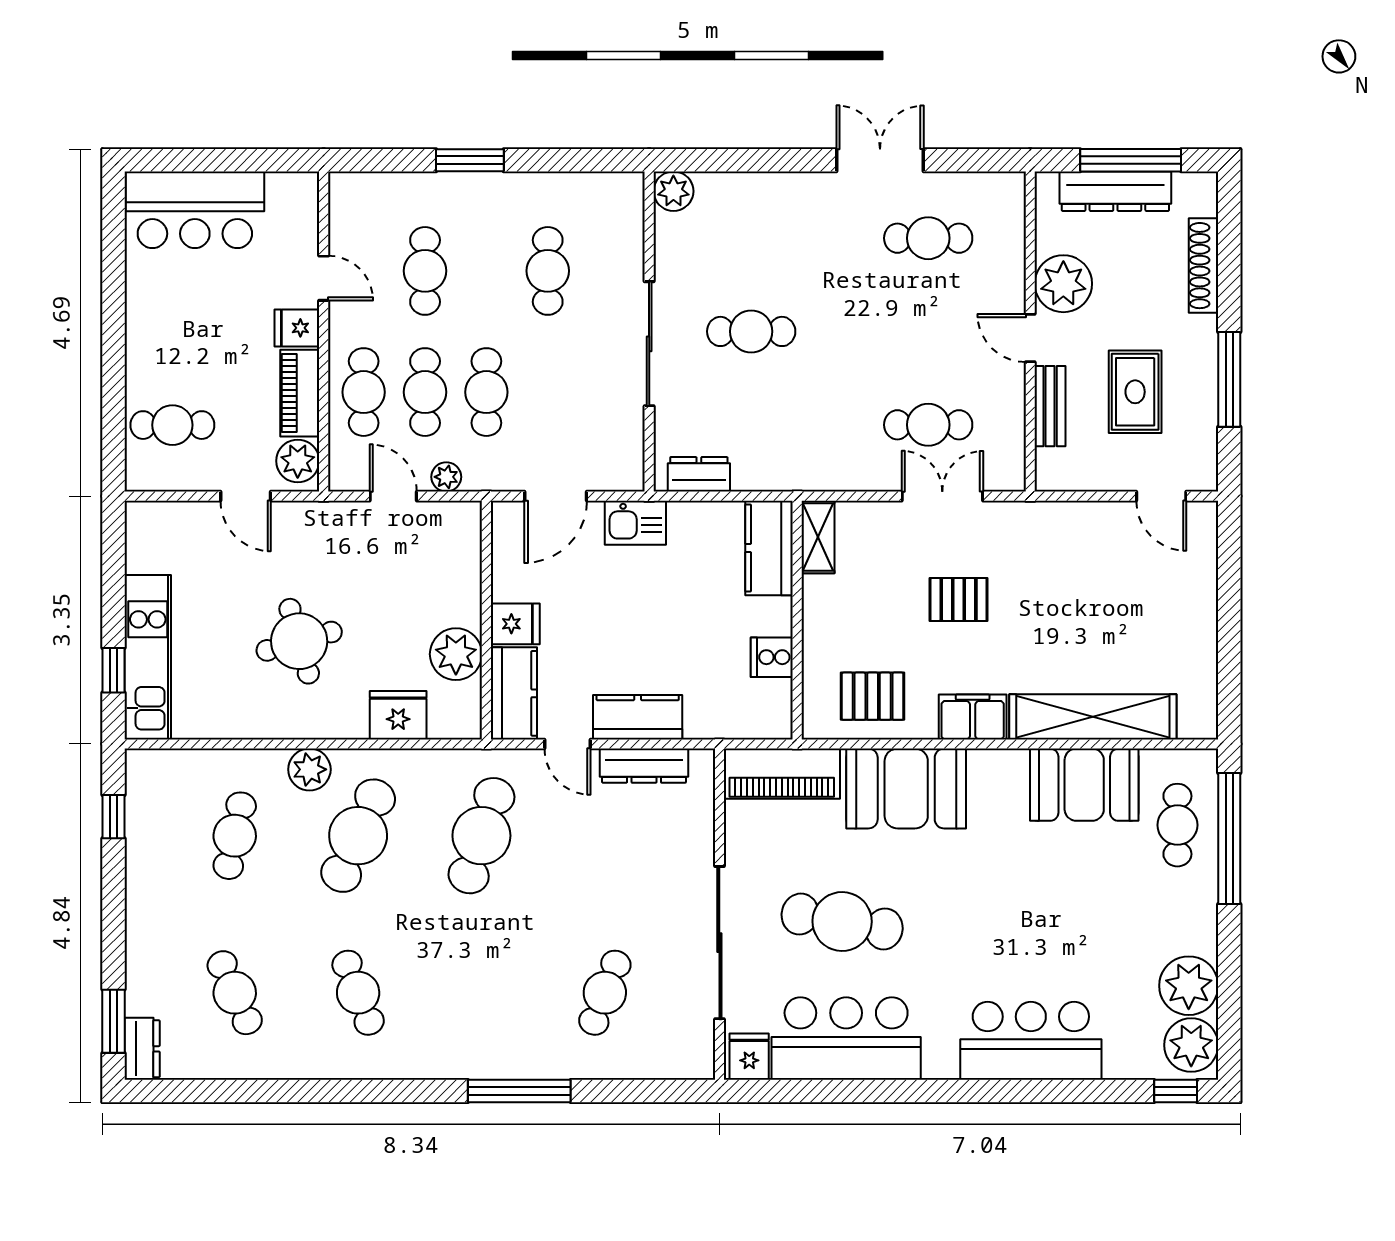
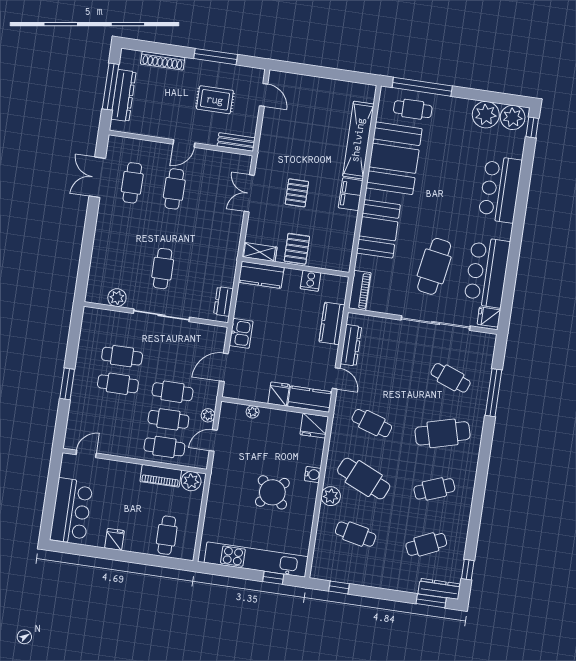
double door: (880, 160) -> (97, 177), moved
plant: (673, 191) -> (117, 298), moved
cafe table: (425, 271) -> (118, 384), moved
door: (324, 278) -> (86, 454), moved
plant: (1063, 284) -> (162, 125), removed
fridge: (297, 328) -> (115, 539), moved, turned 180
bench: (1050, 406) -> (236, 142), moved
cafe table: (928, 425) -> (174, 189), moved
door: (246, 496) -> (204, 507), removed
door: (556, 496) -> (224, 367), swing flipped
door: (1161, 496) -> (264, 95), hinge flipped
round table: (299, 641) -> (272, 492), turned -30
plant: (456, 654) -> (253, 412), moved, width x0.53, depth x0.53
kitchen unit: (148, 657) -> (256, 560), width x1.36
pallet: (873, 696) -> (297, 249), moved
fridge: (398, 715) -> (314, 426), moved, turned -90
kitchen counter: (638, 717) -> (332, 323), moved
water cooler: (351, 723) -> (313, 475), added
door: (567, 744) -> (336, 378), hinge flipped
piano: (782, 774) -> (360, 290), width x0.73, depth x0.75
booth: (1084, 785) -> (394, 158), width x1.36, depth x1.42
cafe table: (481, 836) -> (372, 423), width x0.73, depth x0.74
cafe table: (481, 993) -> (442, 433), added
dresser: (142, 1049) -> (439, 589), width x1.44
window: (193, 1091) -> (468, 570), added
window: (519, 1091) -> (494, 393), moved

